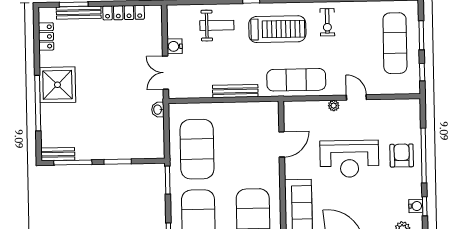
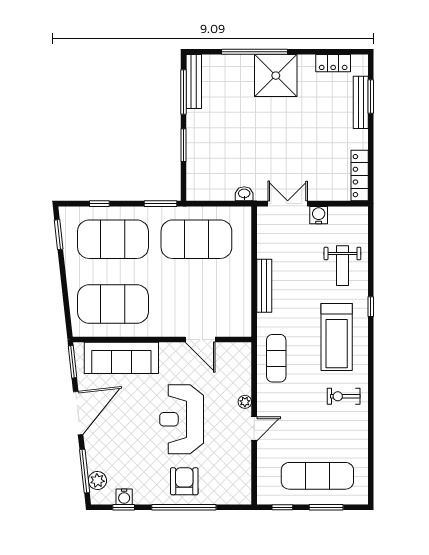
locker: (124, 13) -> (360, 176), moved
exercise mat: (296, 80) -> (276, 358), width x0.73, depth x0.69
bench: (58, 154) -> (194, 82), width x1.36
armchair: (402, 155) -> (184, 481), turned -90

